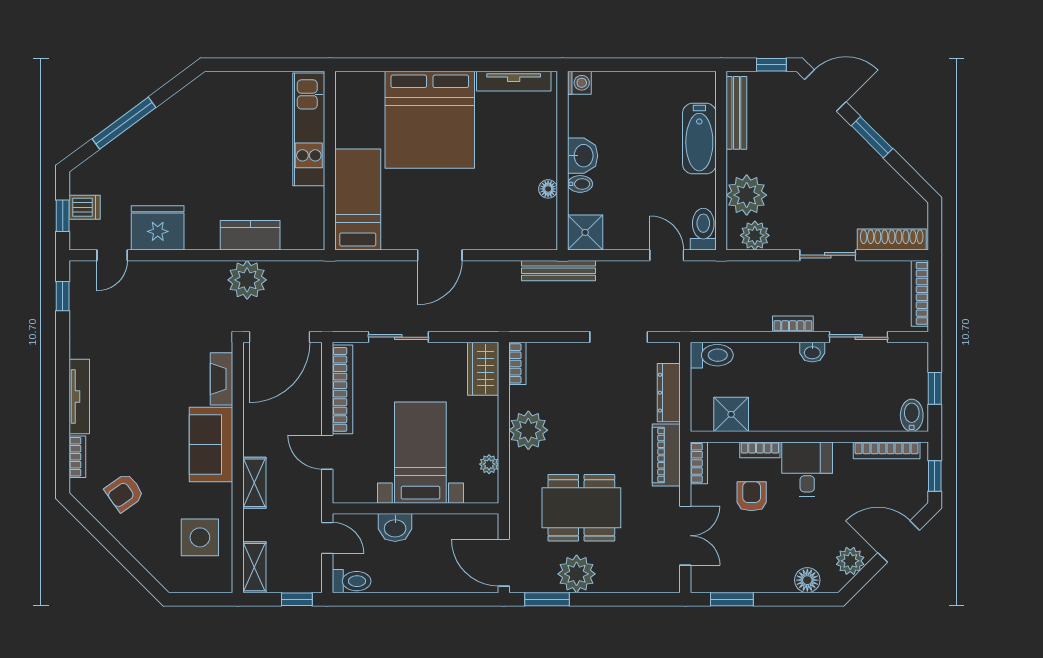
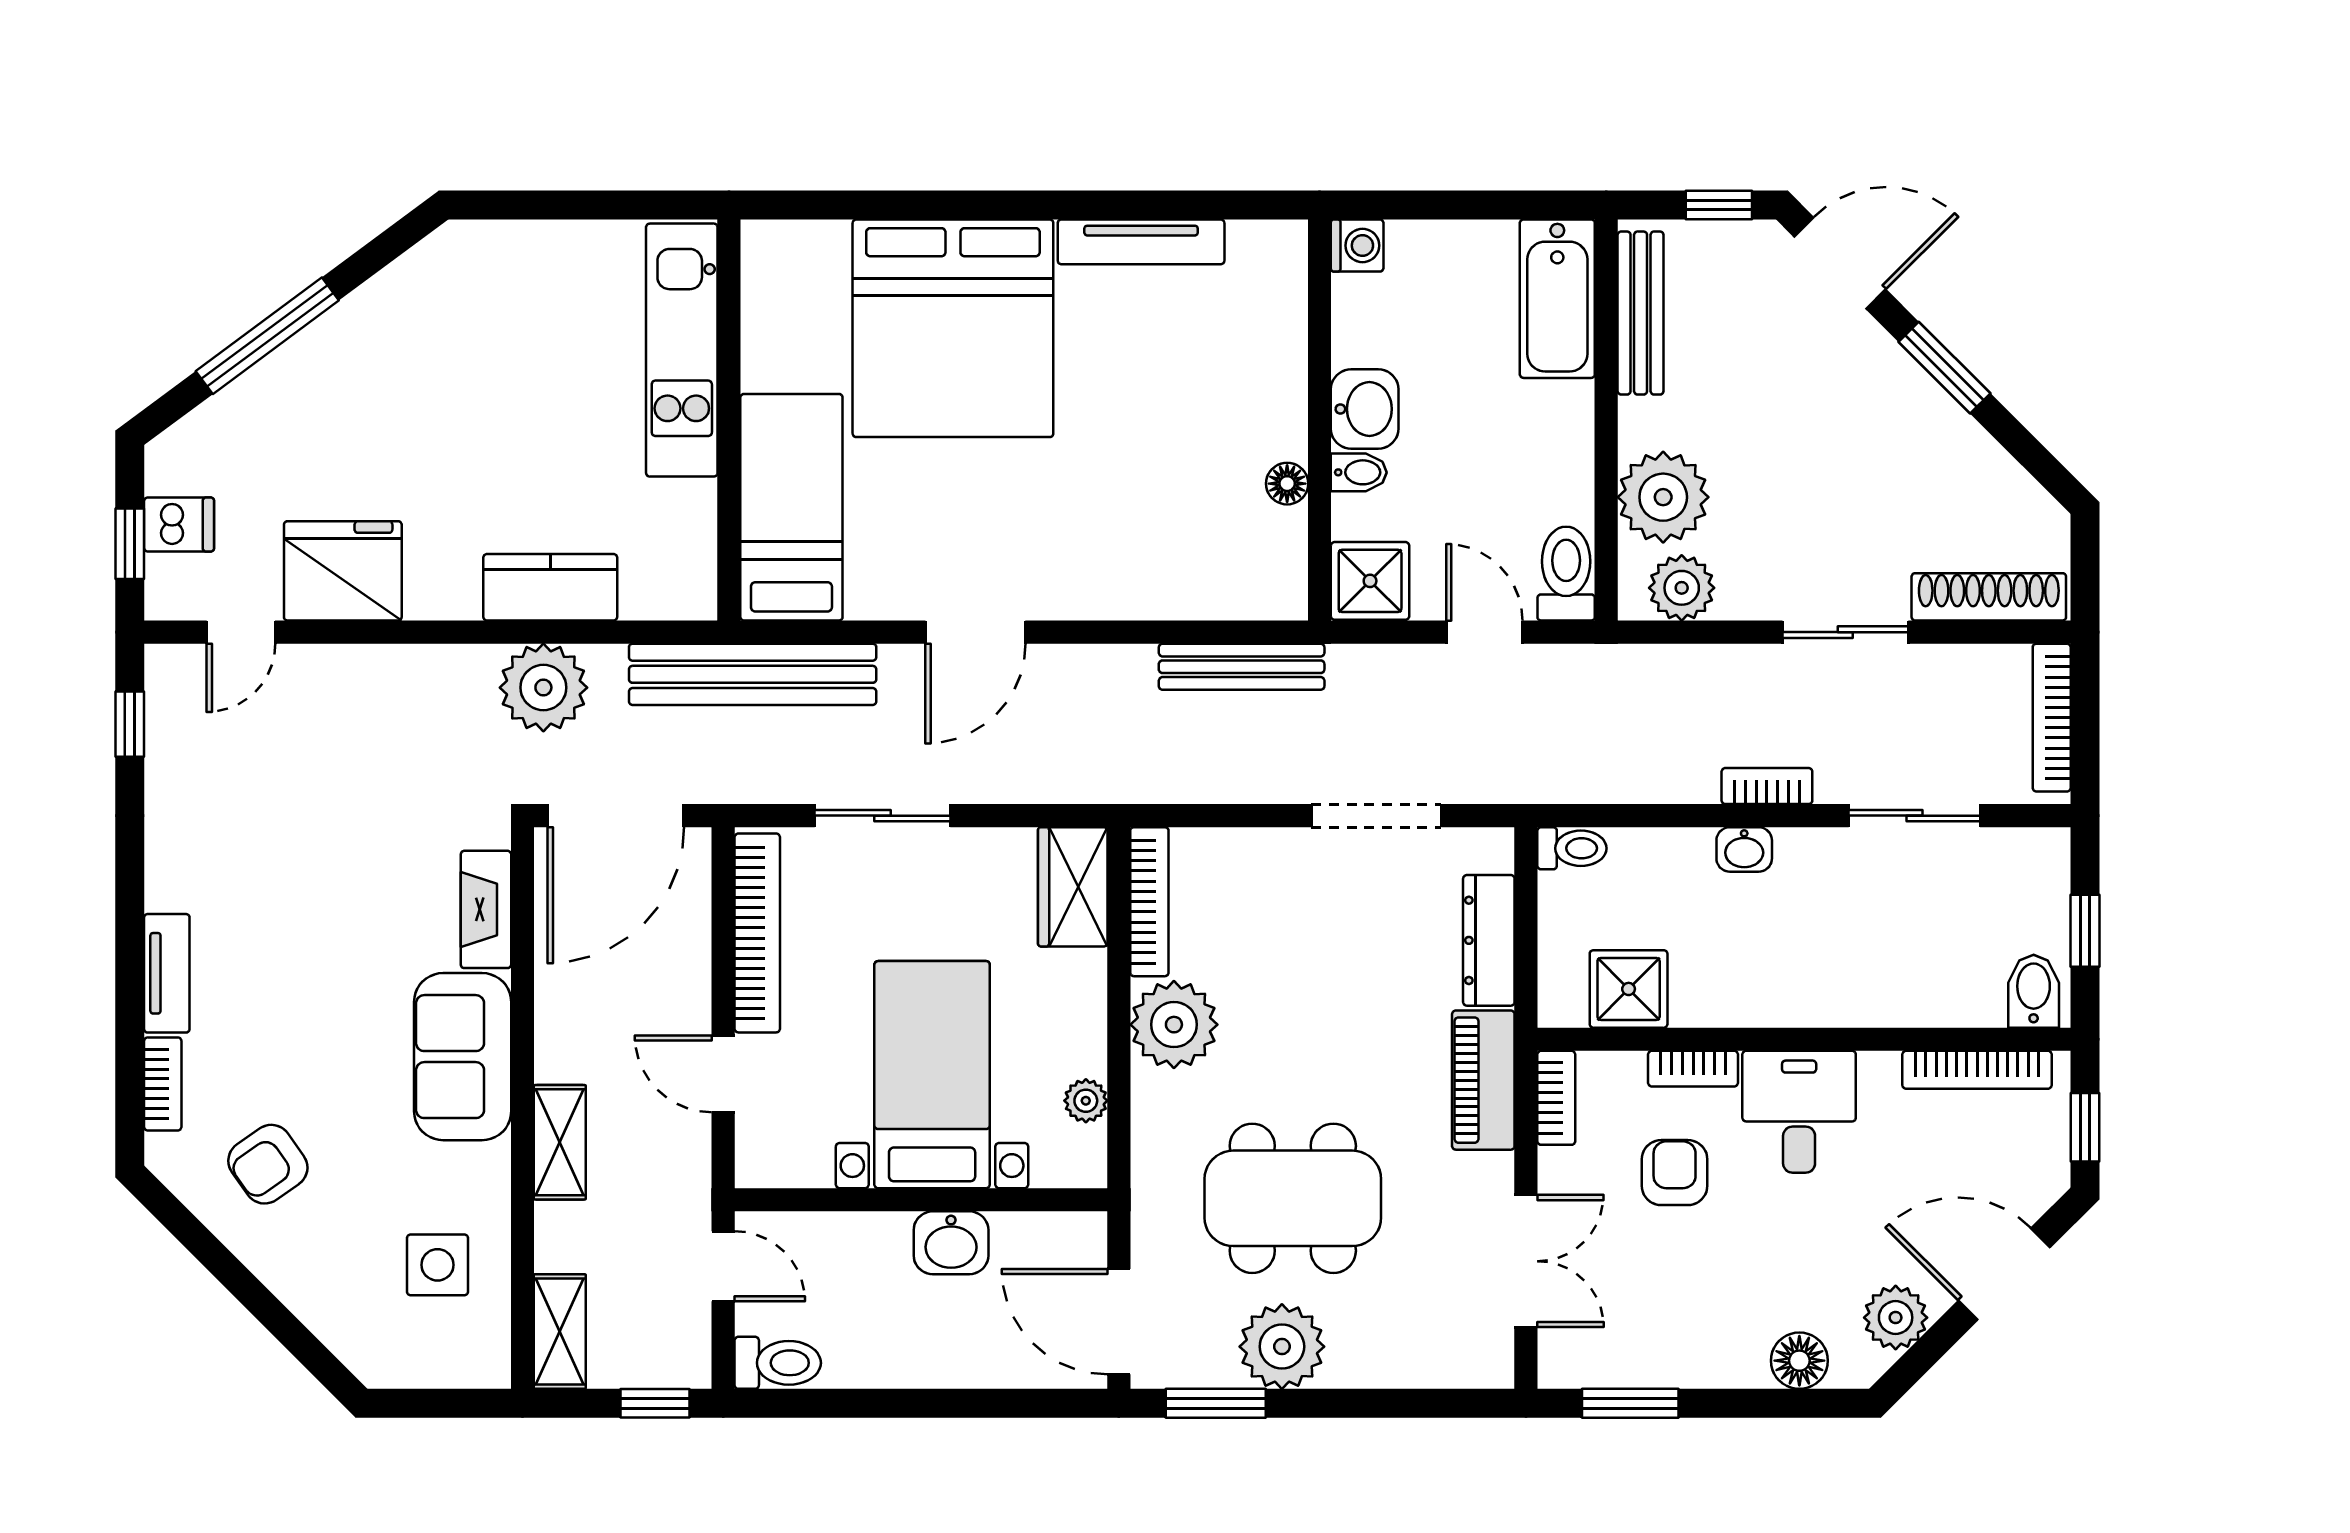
washing machine: (579, 83) -> (1357, 246), moved
bathtub: (699, 139) -> (1557, 299), moved
washbasin: (583, 156) -> (1365, 409), moved
wall: (563, 161) -> (1320, 420), moved
bidet: (580, 184) -> (1359, 472), moved
floor lamp: (548, 189) -> (1287, 484), moved
shower: (585, 232) -> (1370, 581), moved
bench: (340, 274) -> (753, 674), added
washbasin: (812, 352) -> (1744, 849), moved
toilet: (712, 355) -> (1572, 848), width x0.73, depth x0.72
bookcase: (517, 363) -> (1149, 902), width x1.56
tv unit: (79, 397) -> (167, 973), width x0.71
washbasin: (395, 528) -> (951, 1243), moved
side table: (200, 537) -> (438, 1265), width x0.73, depth x0.73

